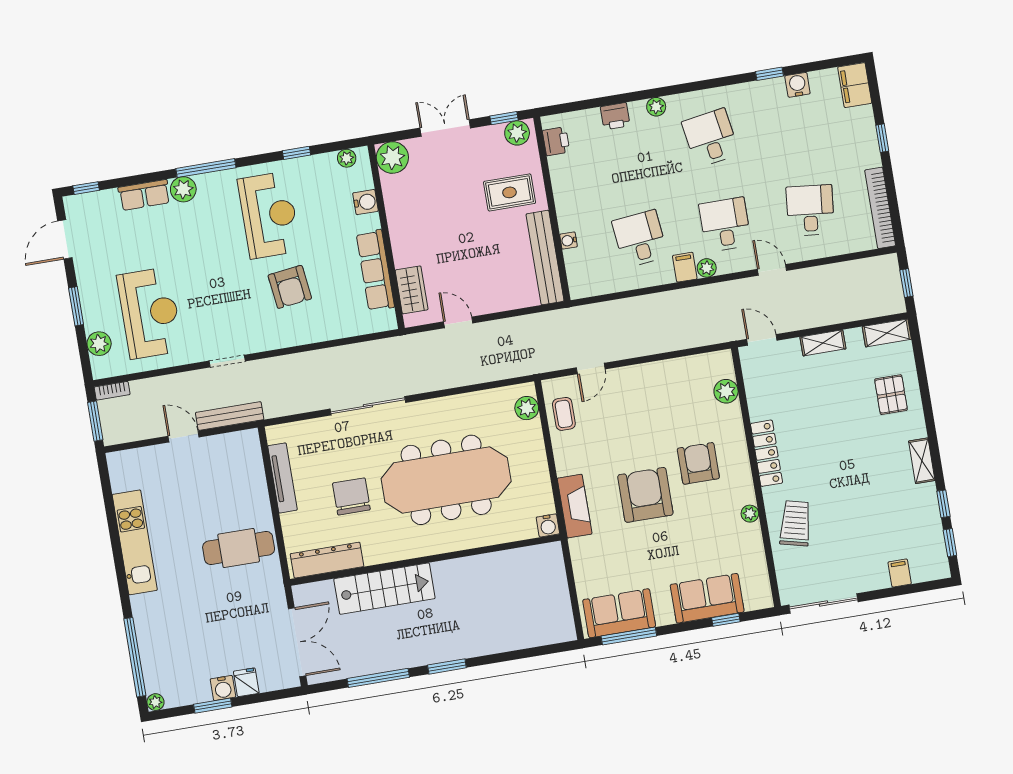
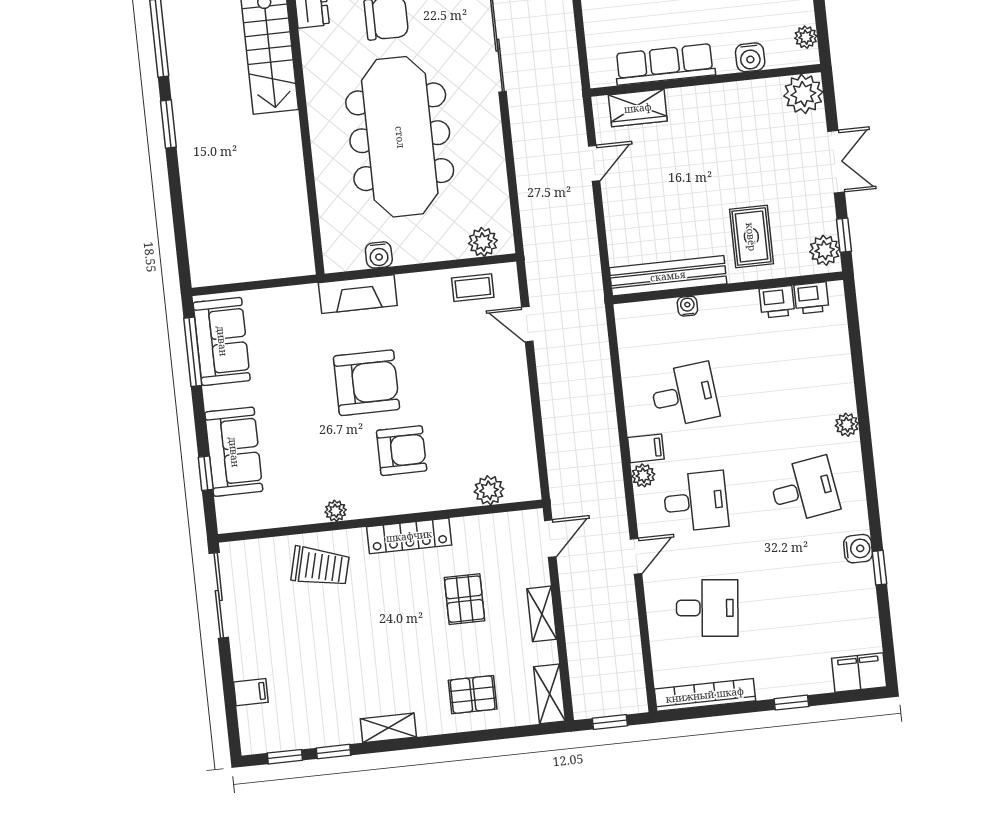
water cooler: (797, 85) -> (858, 549), moved
printer: (615, 116) -> (777, 302), moved, turned -90
pallet: (815, 406) -> (464, 599), added
water cooler: (548, 525) -> (379, 255), moved, turned -90

